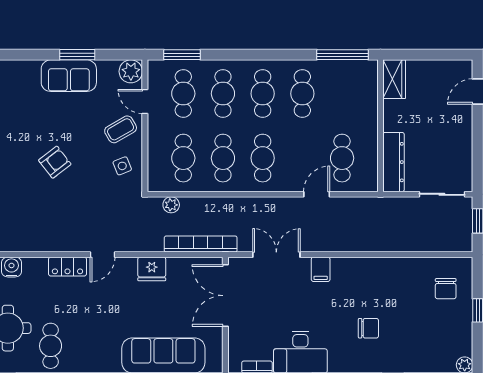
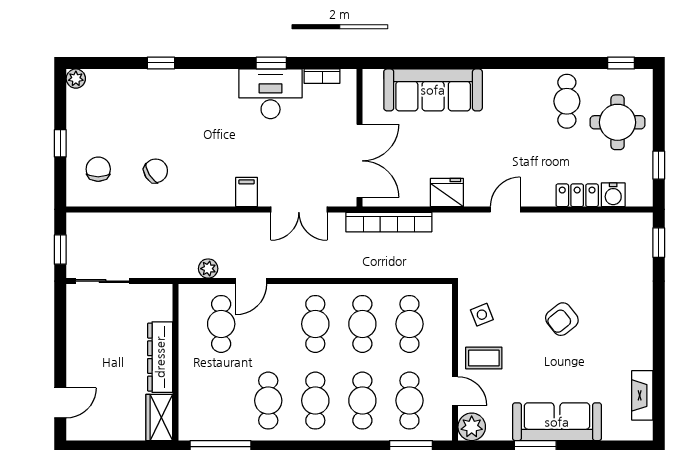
sofa: (69, 76) -> (557, 422), width x1.36
coffee table: (121, 129) -> (484, 358), turned 30
dresser: (393, 162) -> (160, 357), moved
plant: (171, 205) -> (208, 269), moved
locker: (67, 267) -> (577, 195), moved
chair: (368, 328) -> (156, 171), moved, turned 148

